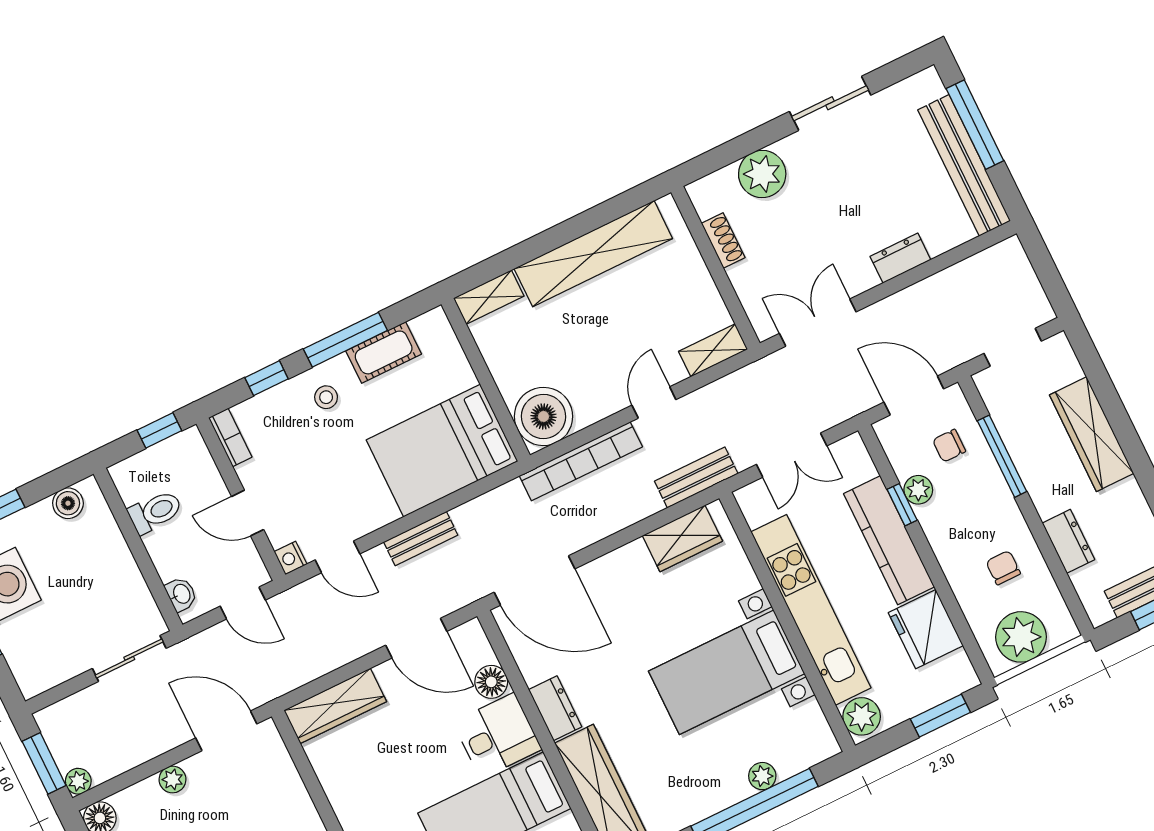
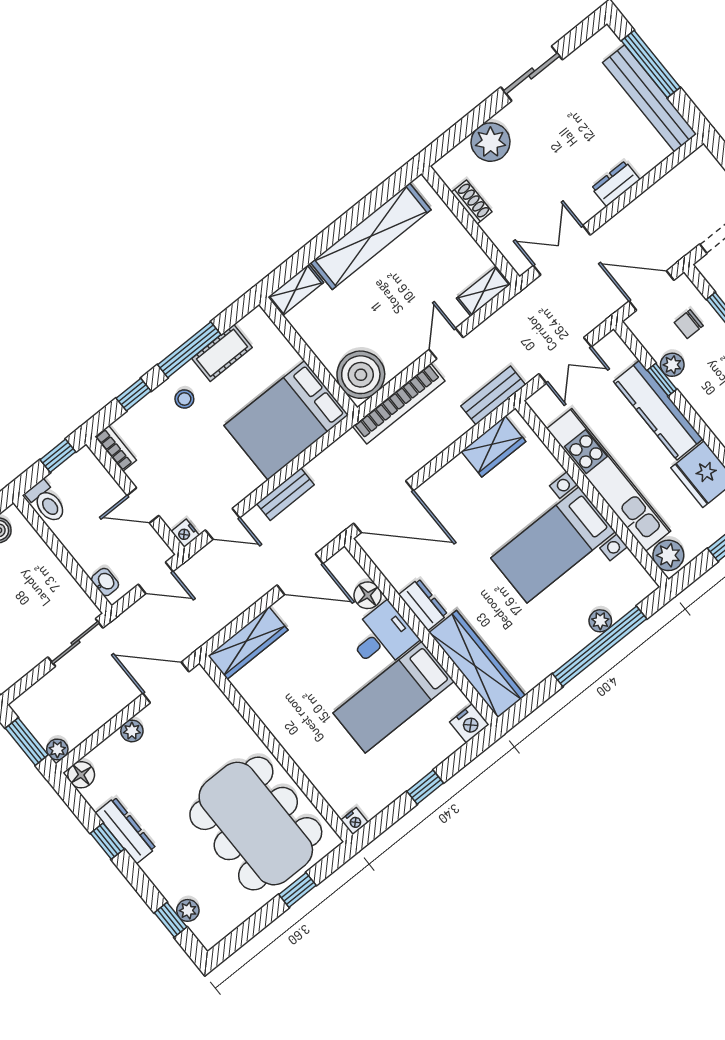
toilet: (155, 512) -> (47, 502), moved, turned 90

